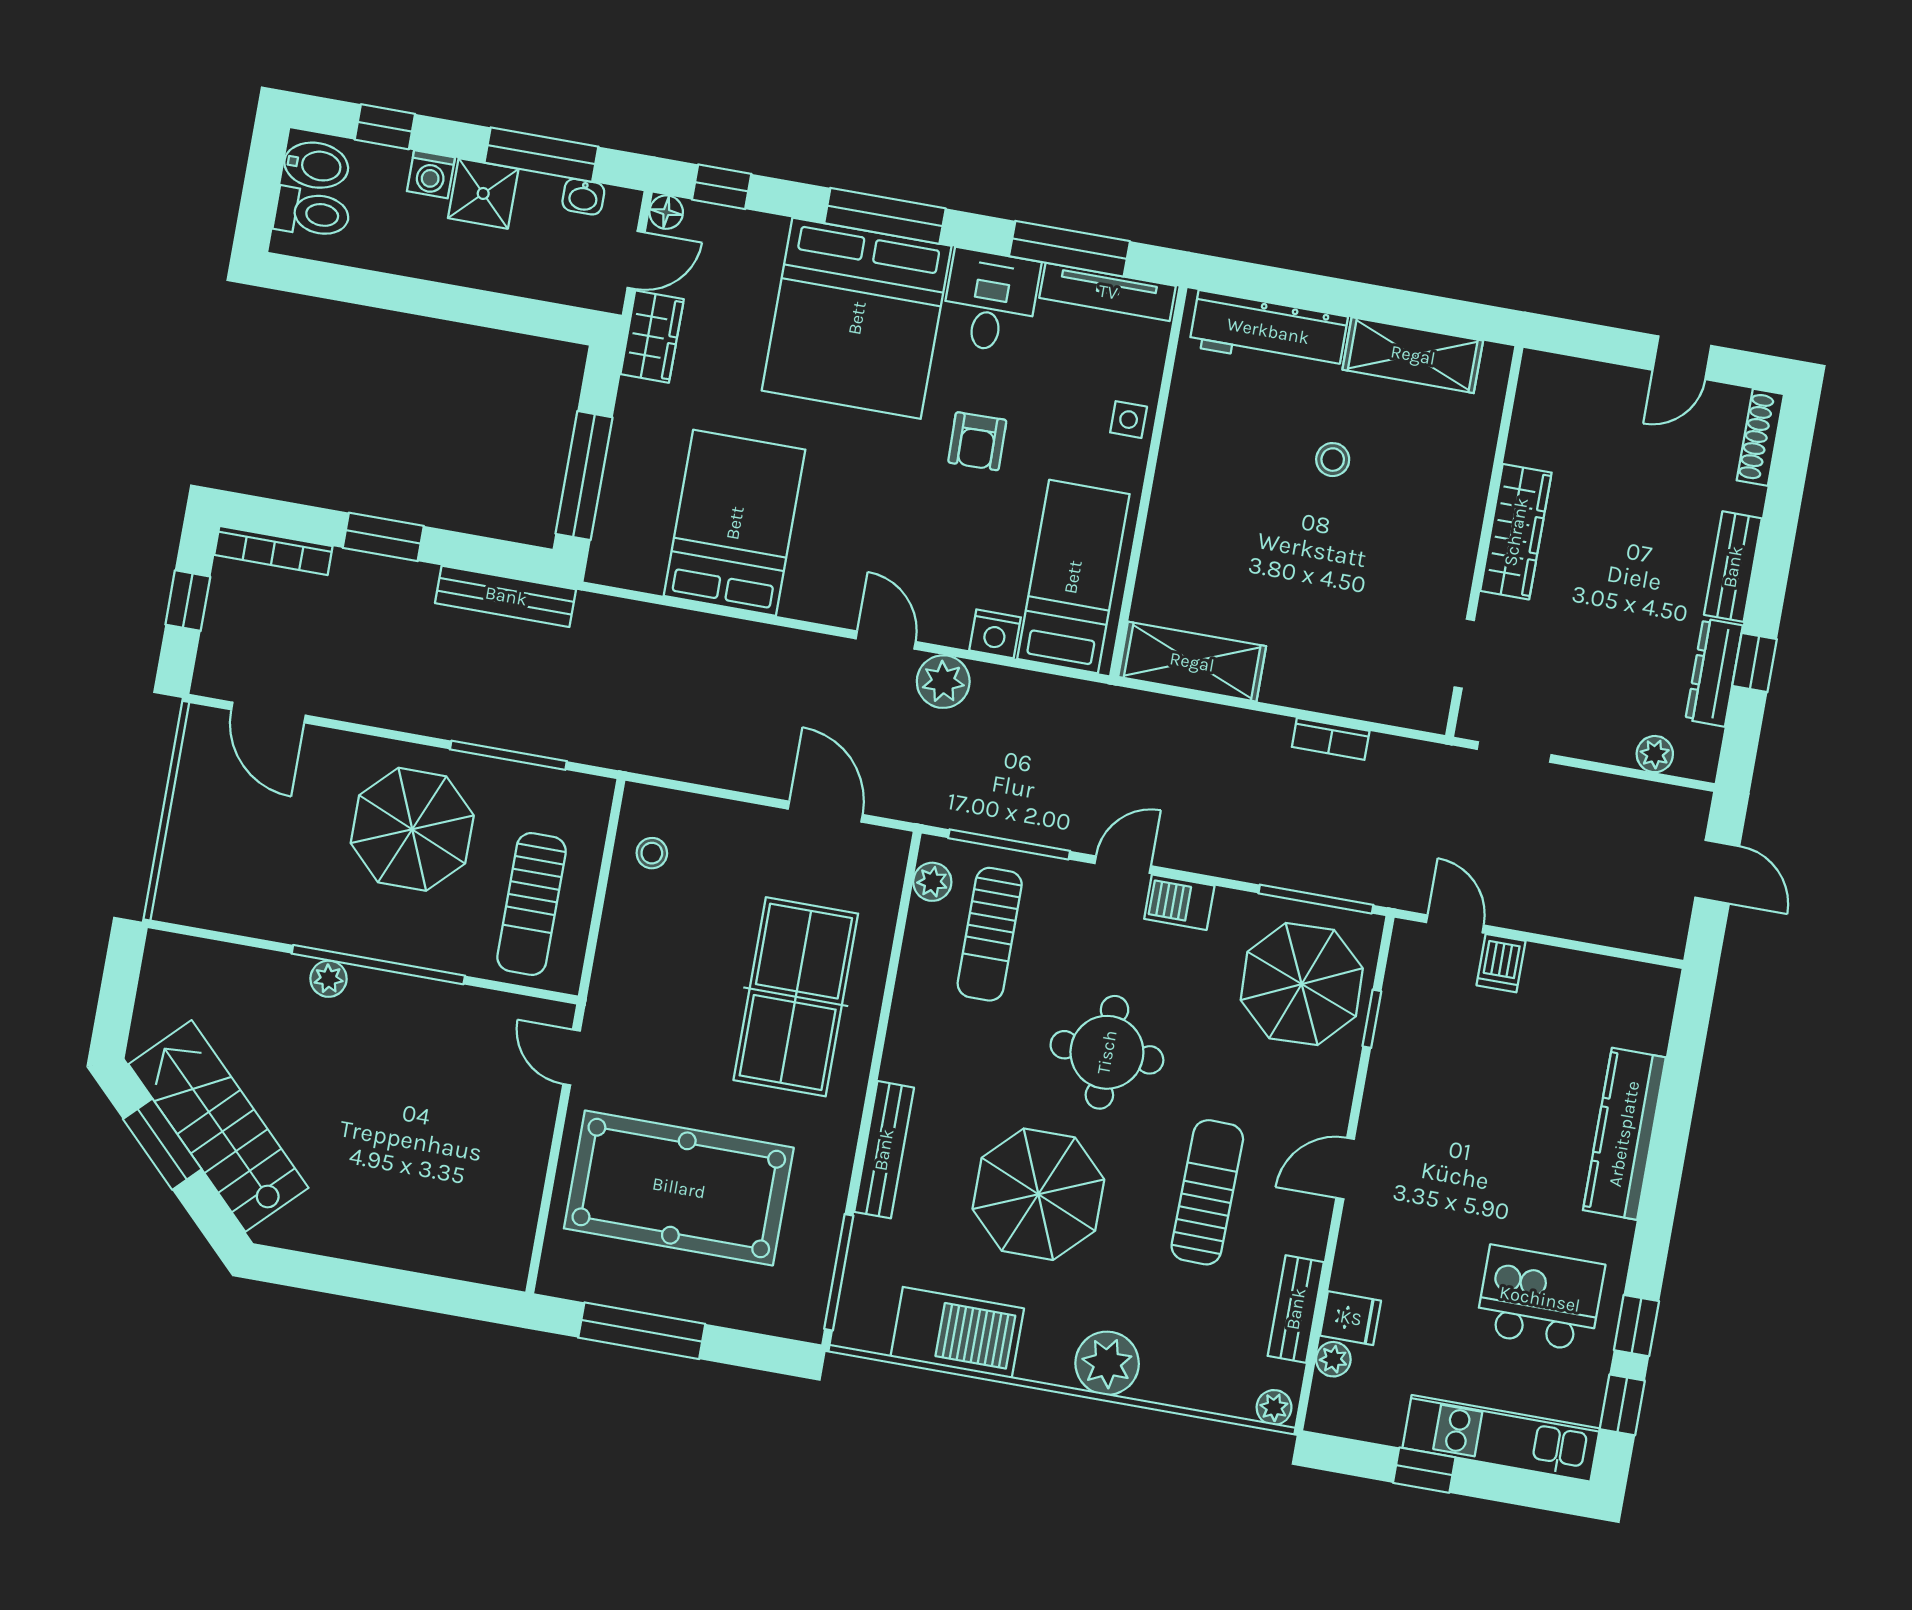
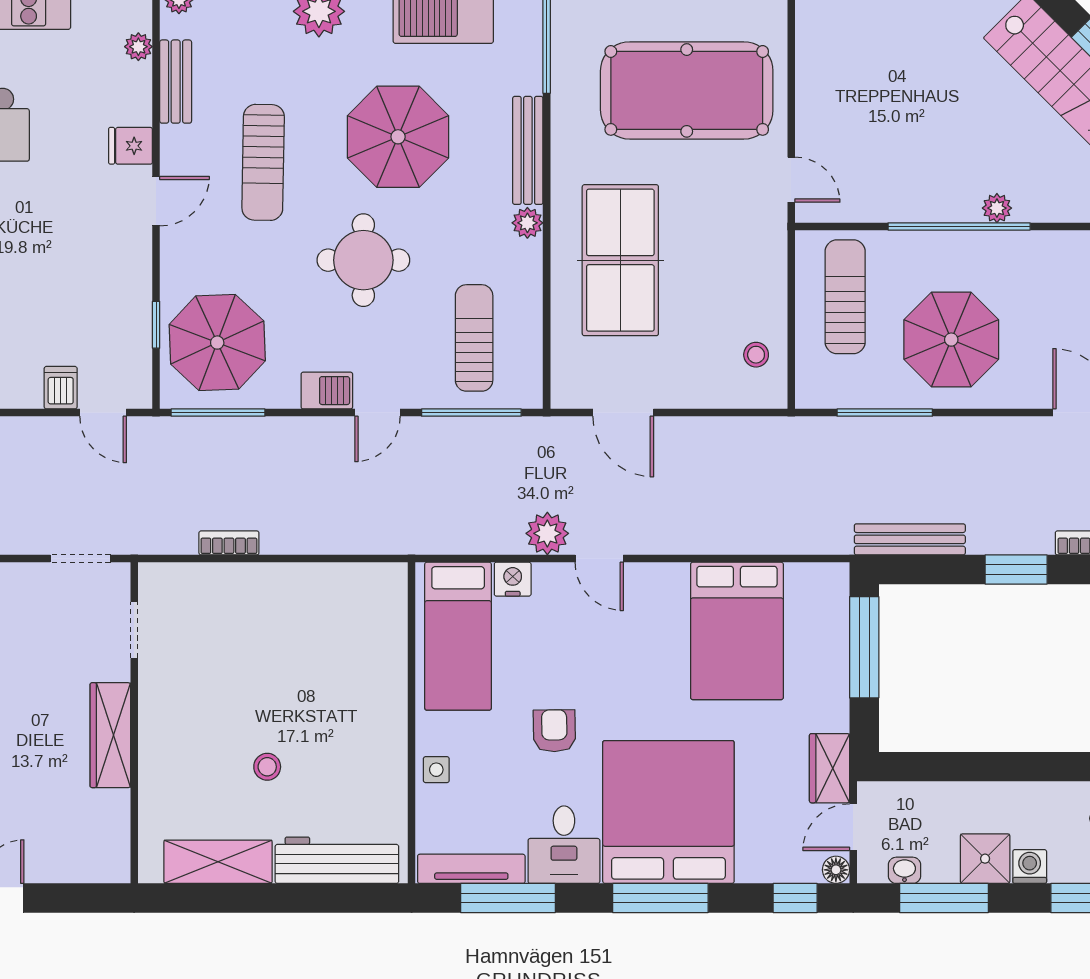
shelving: (1192, 662) -> (351, 585), removed
plant: (932, 882) -> (527, 223), moved
fridge: (1351, 1318) -> (131, 146), moved

